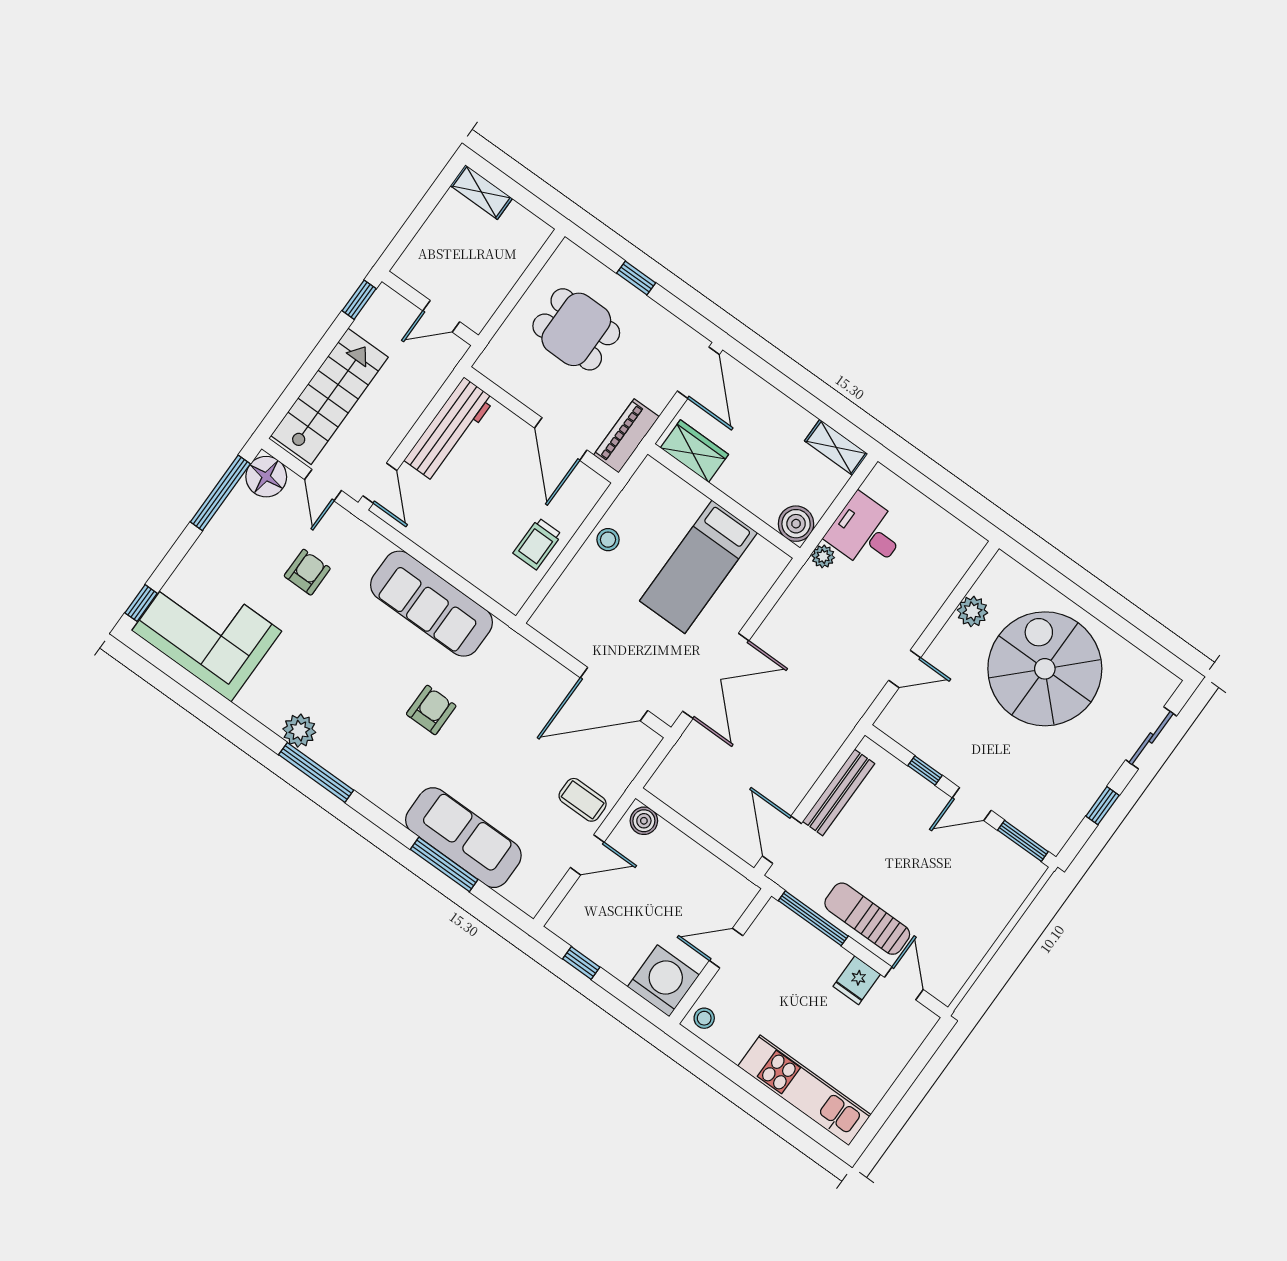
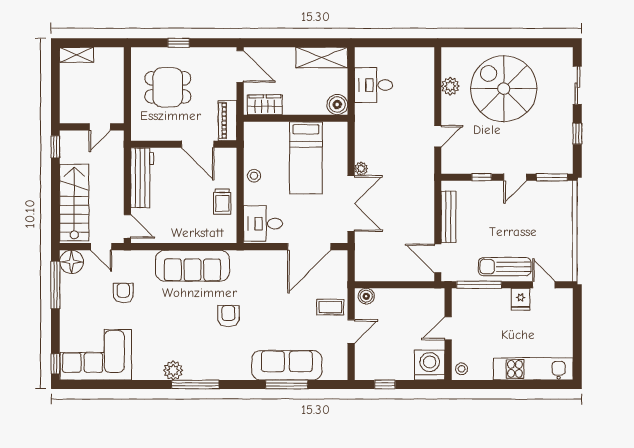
shelving: (836, 447) -> (322, 57), width x1.50, depth x1.33
plant: (823, 556) -> (361, 169), moved
desk: (572, 615) -> (263, 224), added

